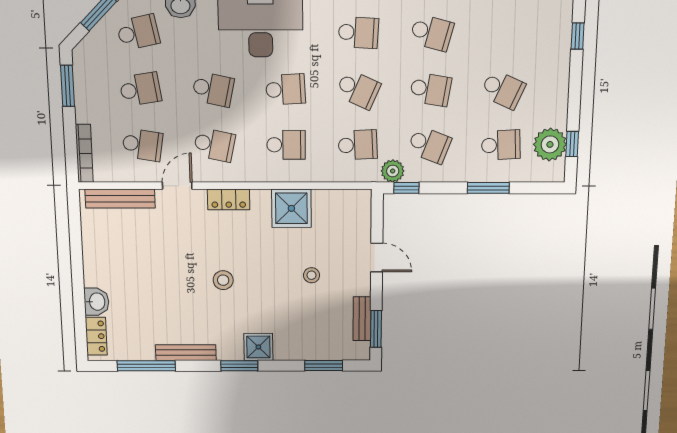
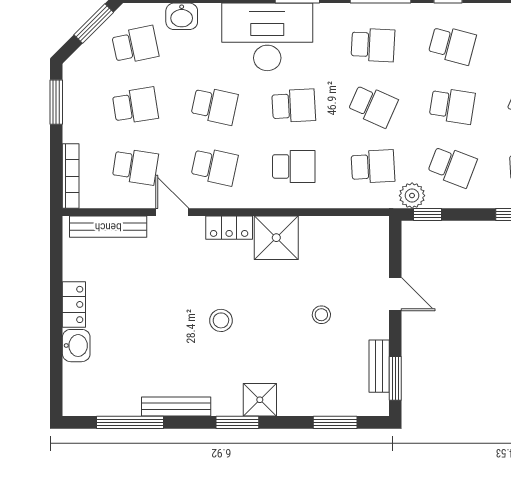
door: (177, 186) -> (172, 212), hinge flipped
shower: (291, 208) -> (276, 238), moved
locker: (96, 336) -> (74, 304), moved

